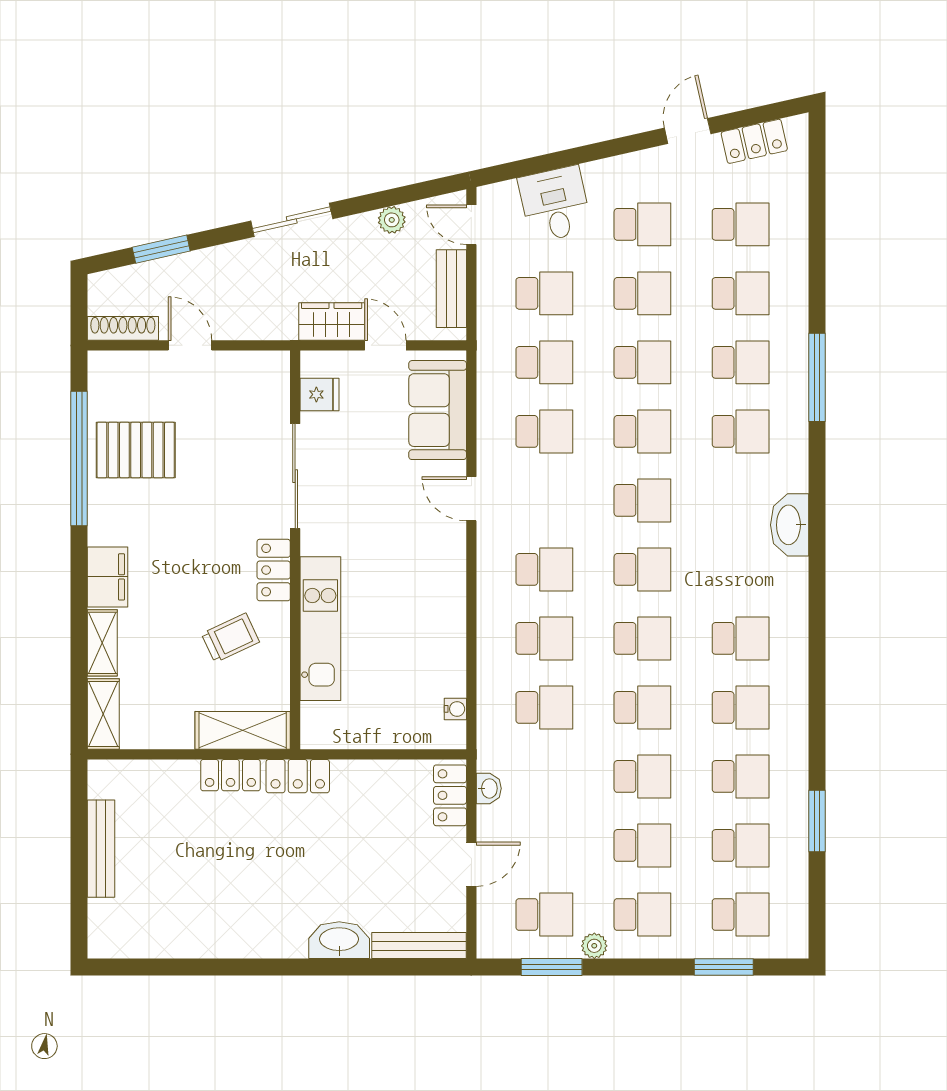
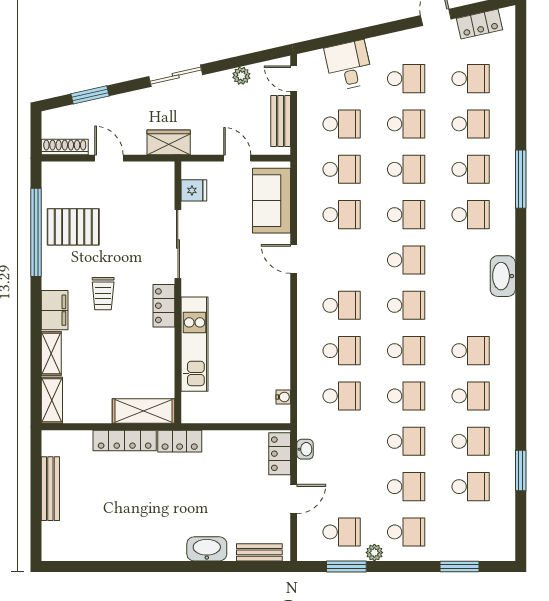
wardrobe: (332, 321) -> (169, 142), moved
trolley: (230, 638) -> (103, 294), moved, turned 115
locker: (230, 775) -> (125, 440), width x1.53
school desk: (741, 914) -> (471, 532), removed
bench: (419, 946) -> (259, 552), width x0.73

